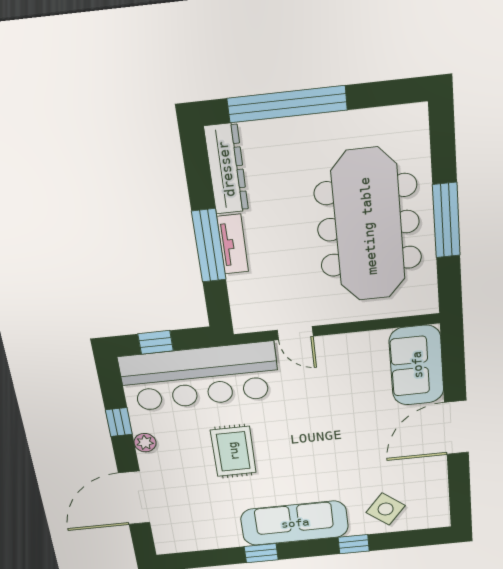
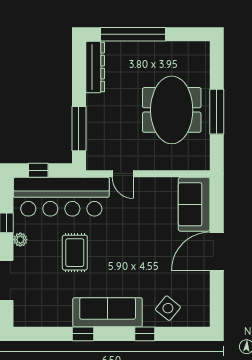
meeting table: (368, 226) -> (172, 110), width x0.73
tv unit: (233, 244) -> (93, 112), removed
window: (209, 246) -> (79, 129), moved

